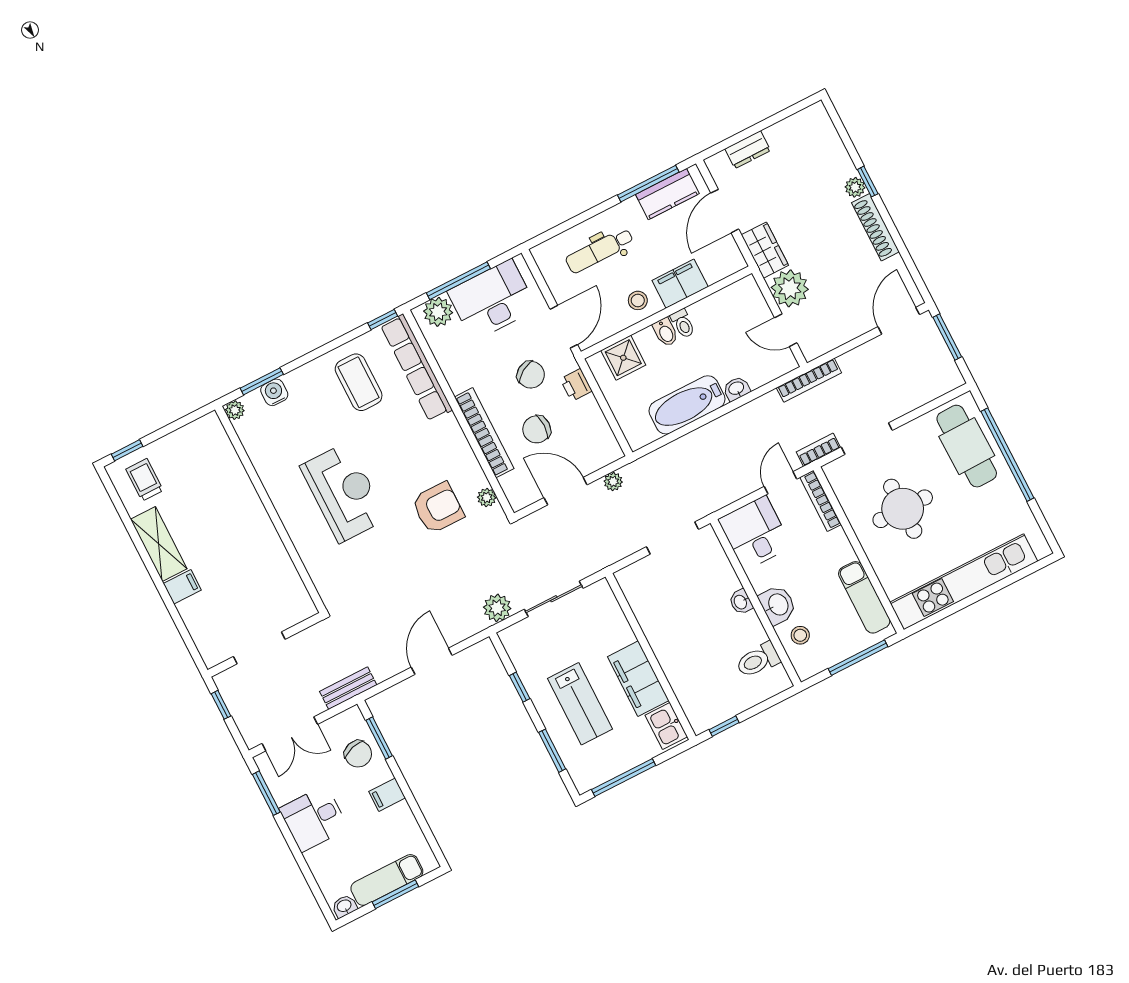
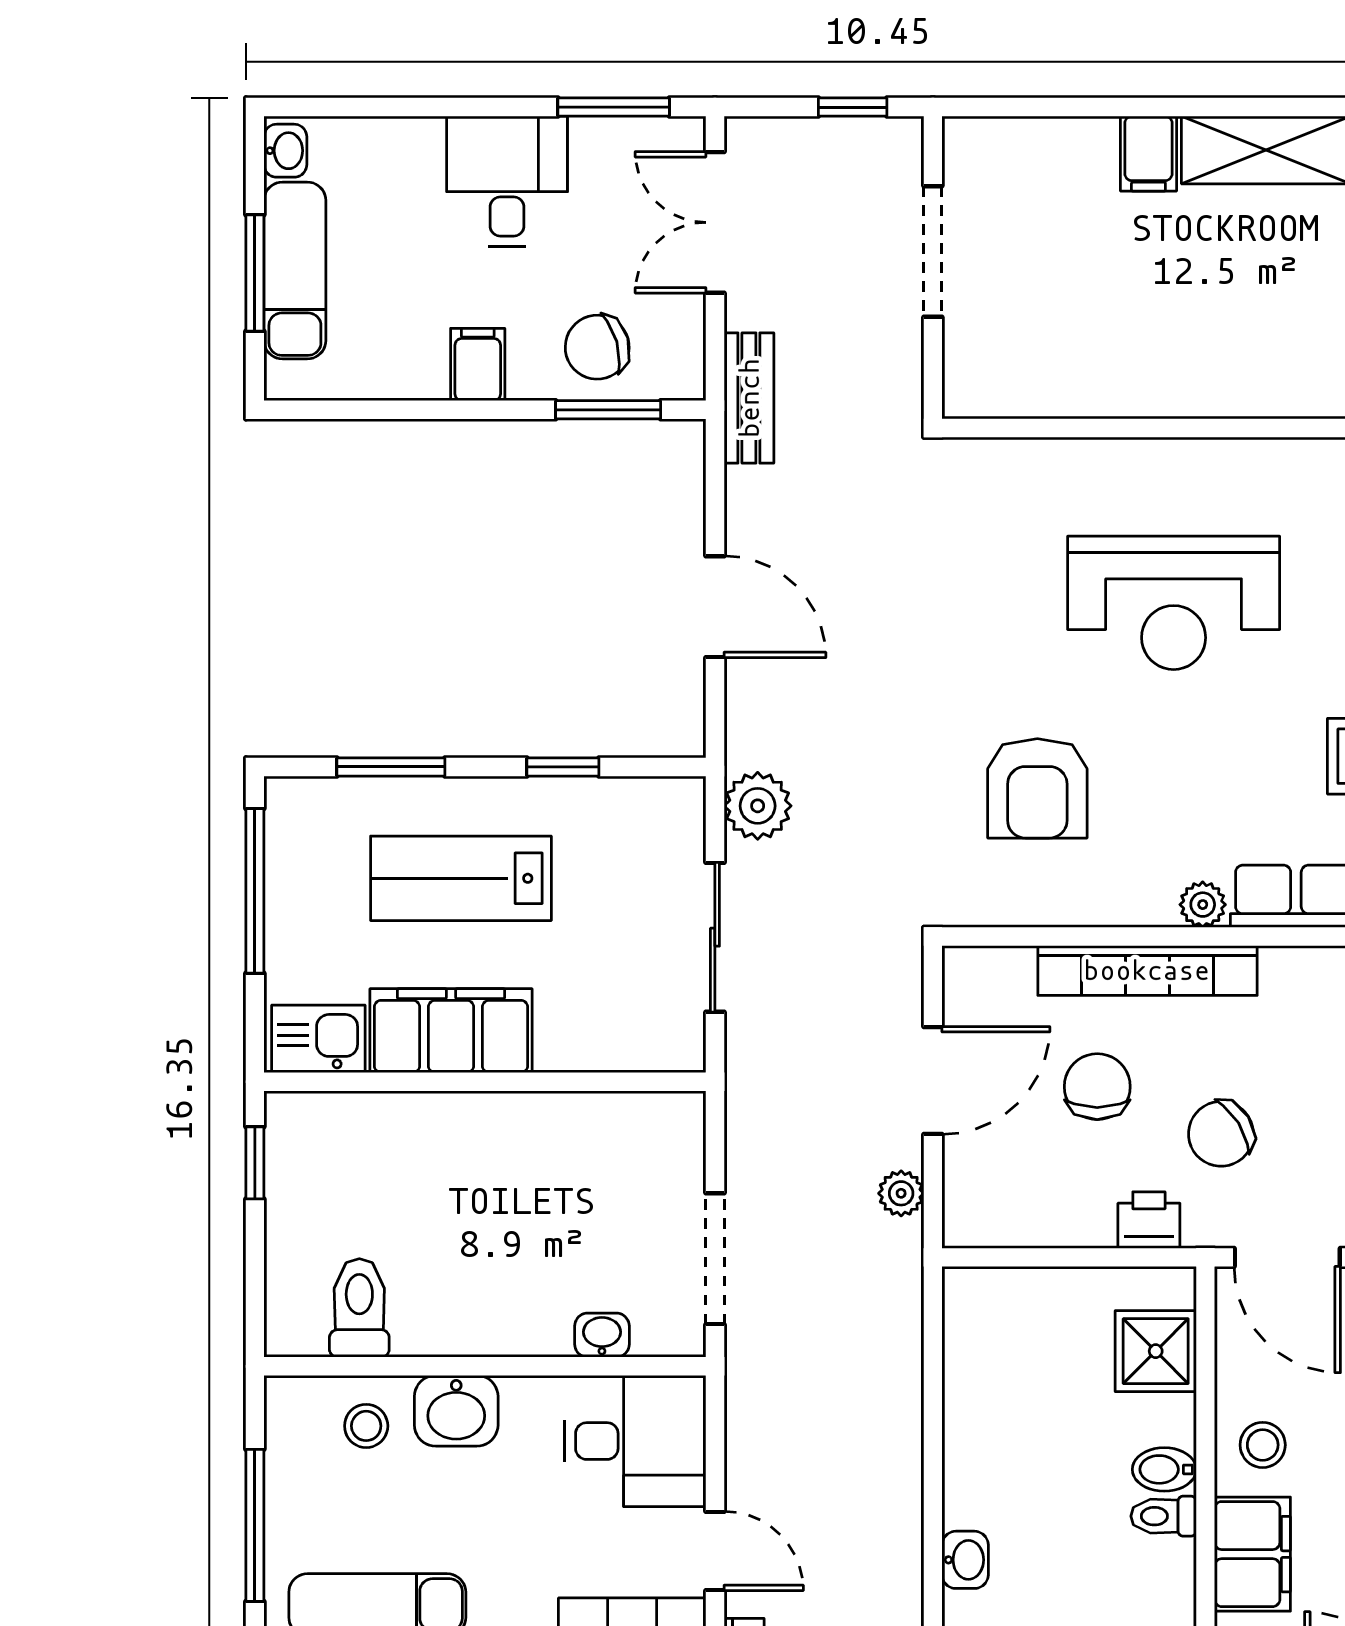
bathtub: (687, 405) -> (985, 1436), removed
plant: (487, 497) -> (1203, 905), moved
washbasin: (741, 602) -> (602, 1335), moved

